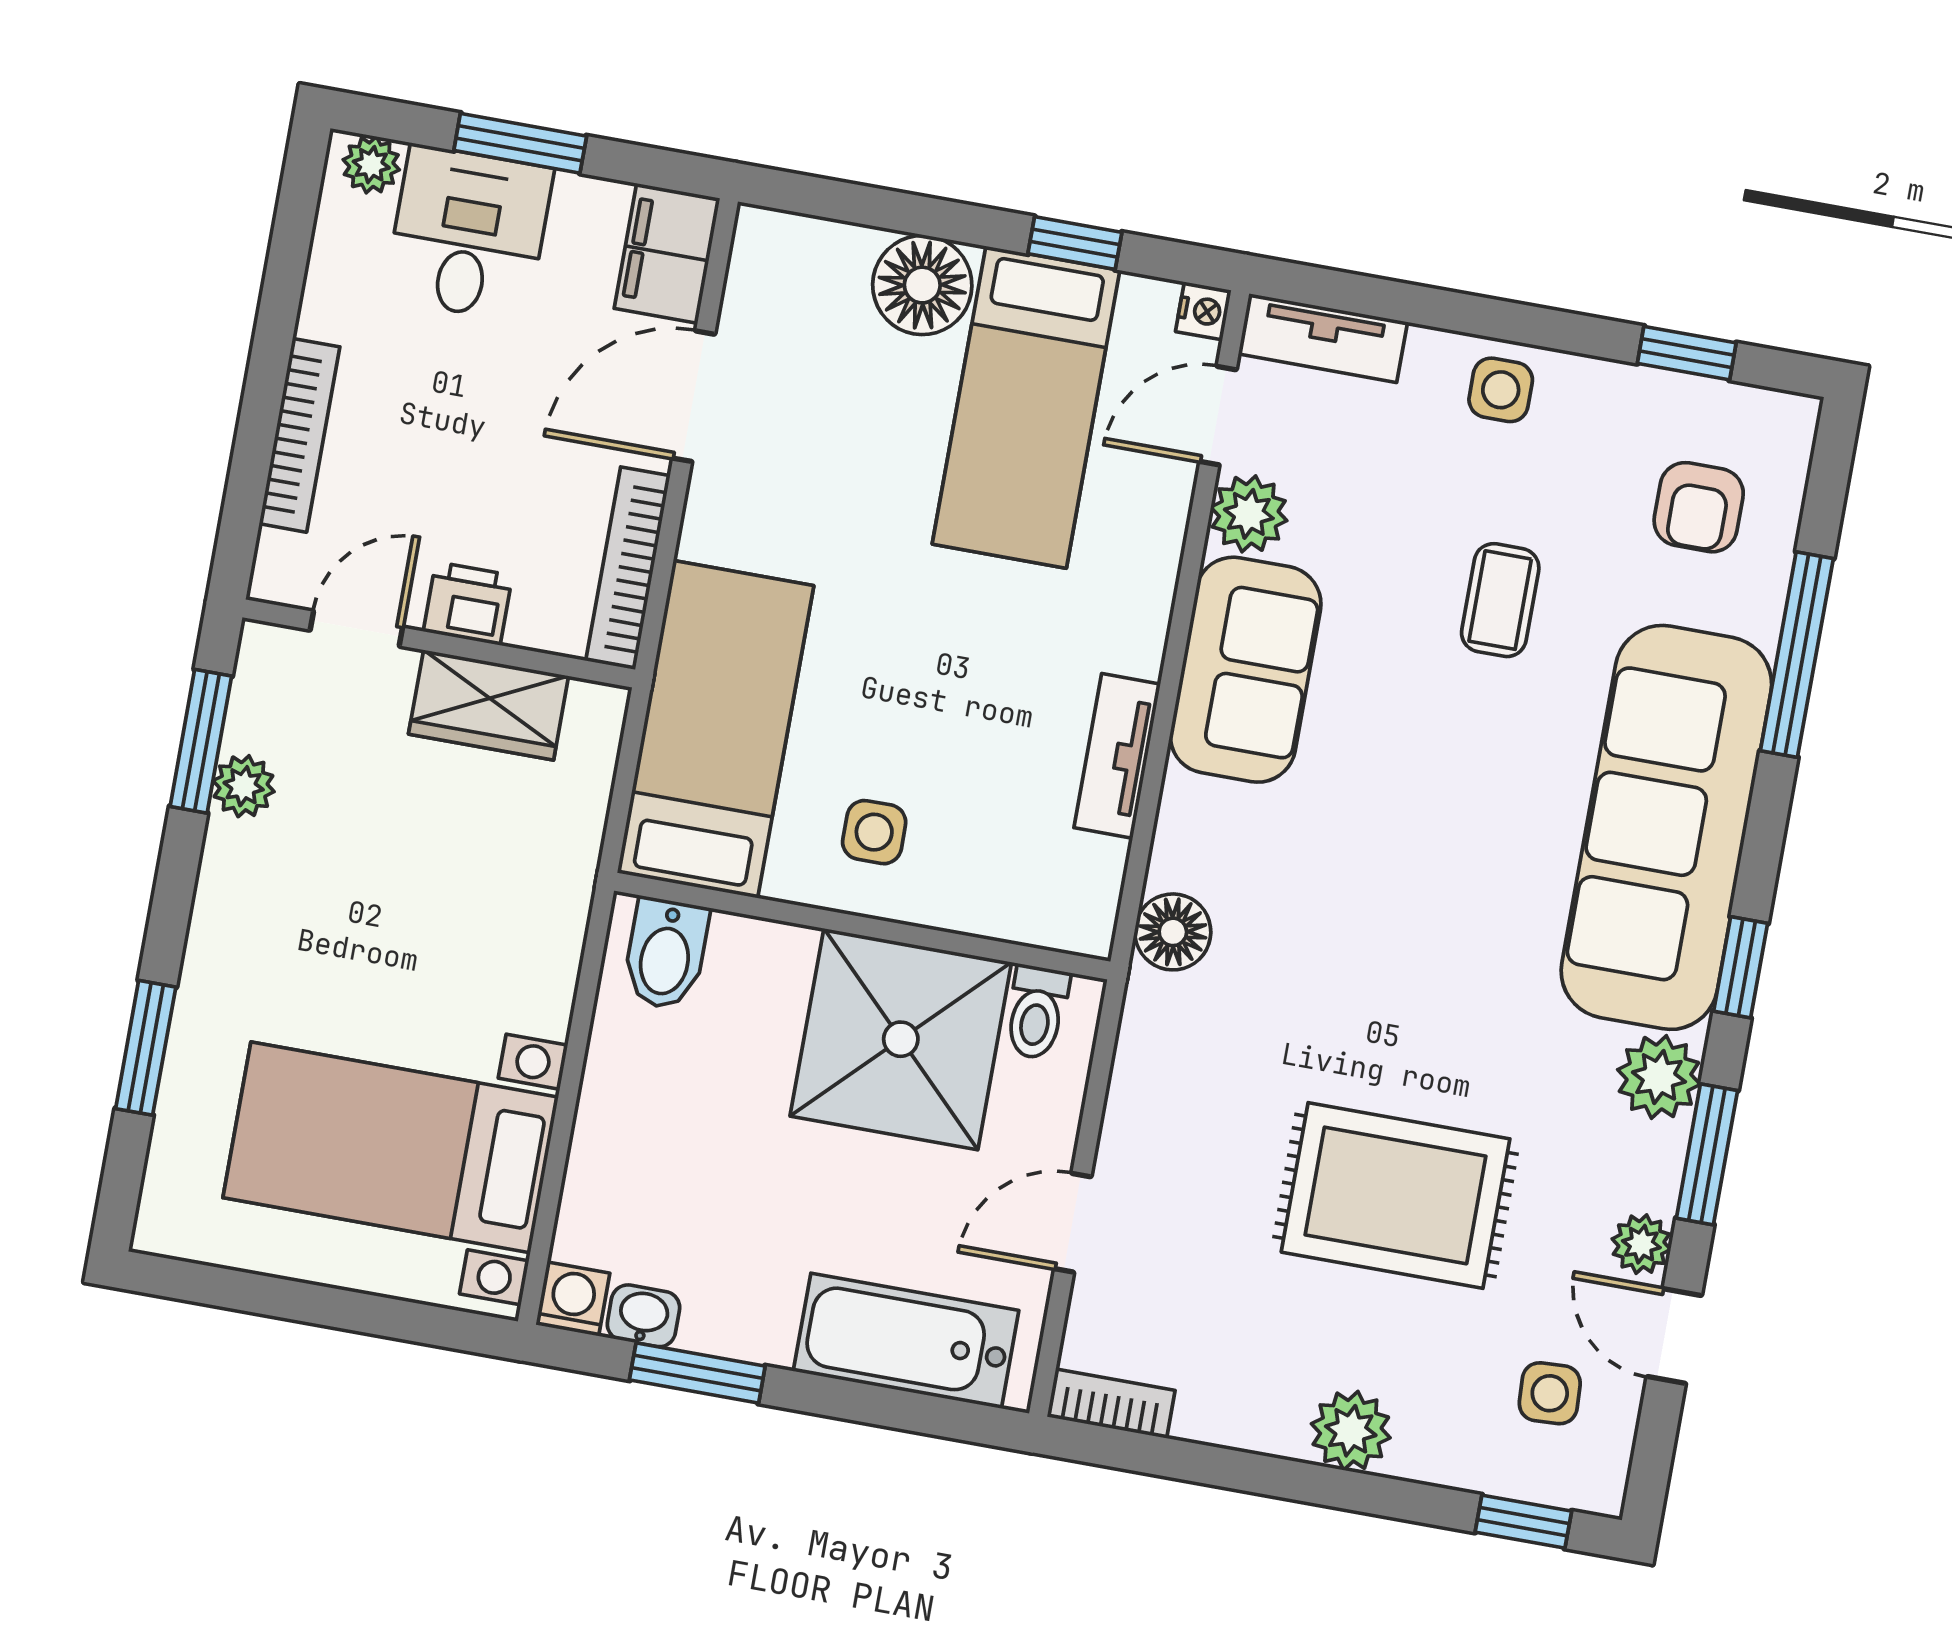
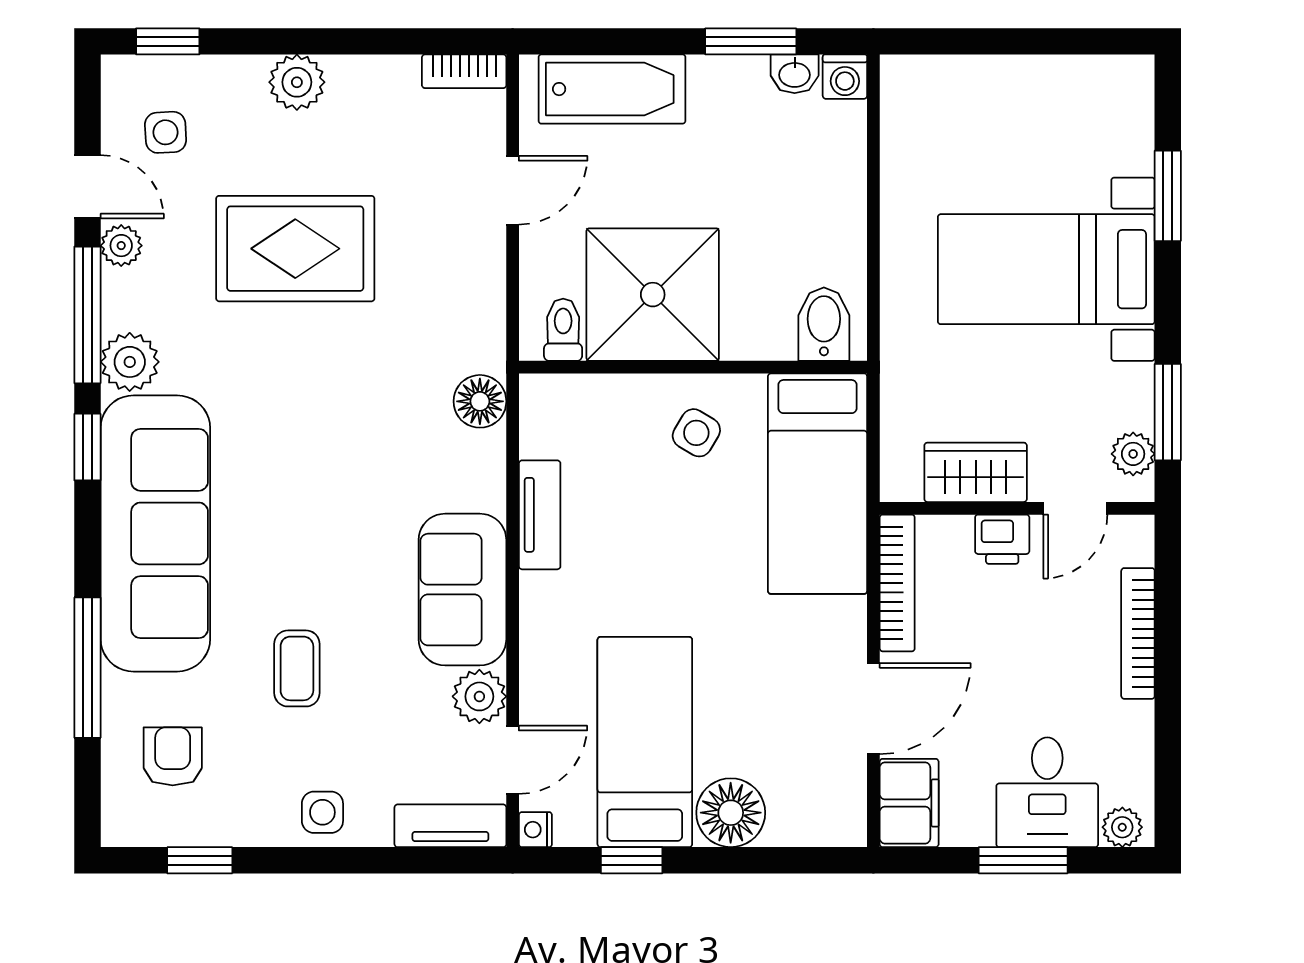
plant: (244, 786) -> (1133, 454), moved
side table: (874, 832) -> (696, 433), turned 31
bed with nightstands: (391, 1147) -> (1046, 269), moved, turned 180
window: (1707, 1154) -> (87, 315), width x1.44

